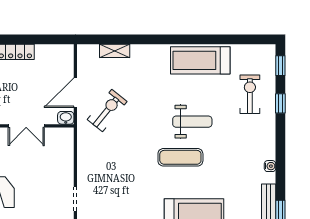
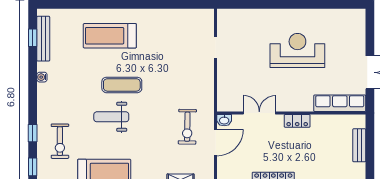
exercise bike: (107, 111) -> (187, 127), turned -38

